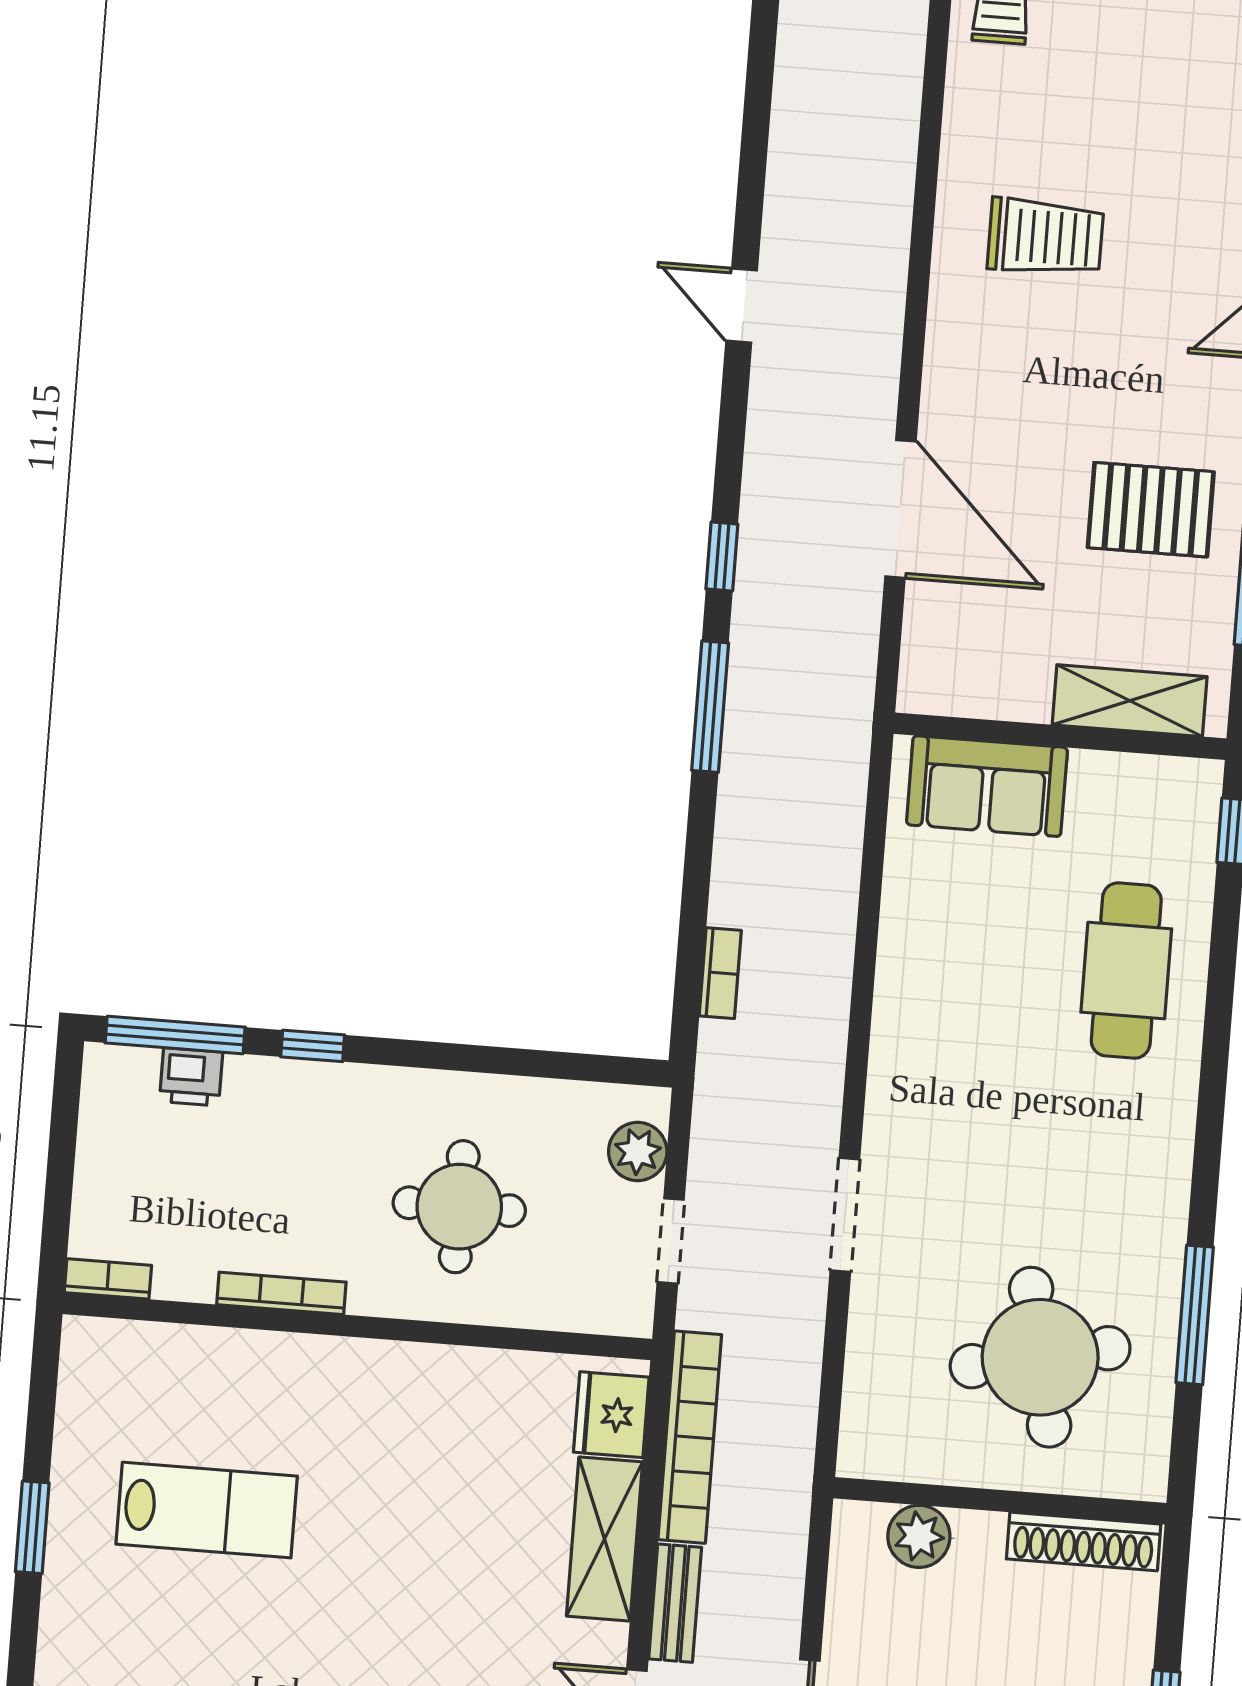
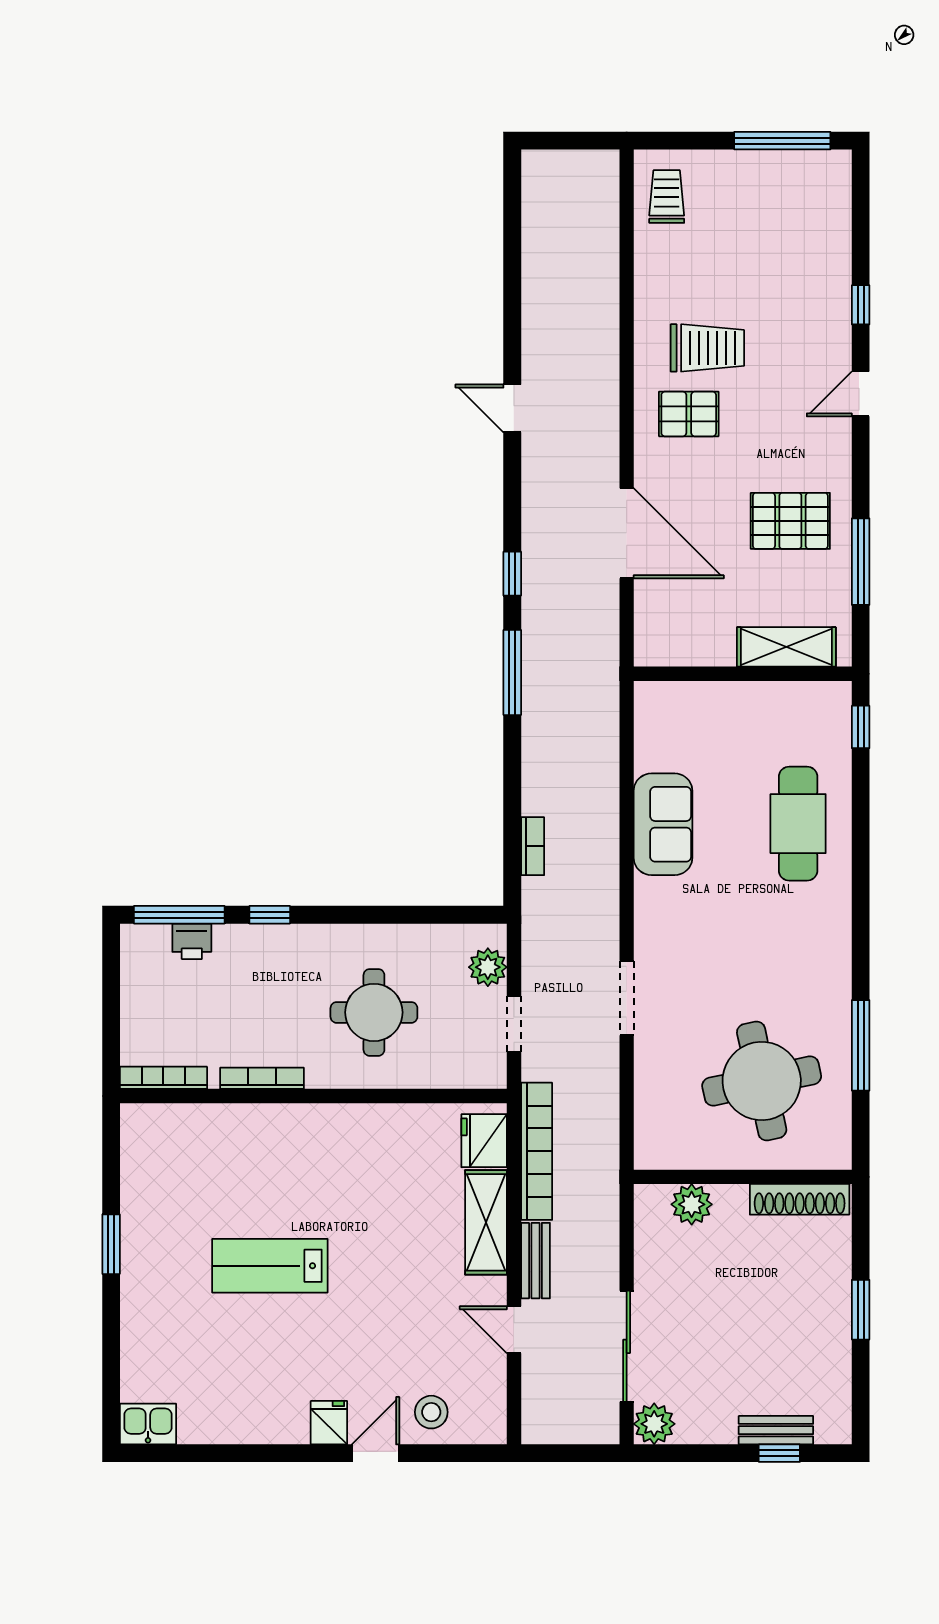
pallet: (1009, 335) -> (689, 414), added
sofa: (987, 786) -> (663, 824), moved, turned -90
bookcase: (108, 1279) -> (163, 1078), width x1.56
lab bench: (207, 1510) -> (270, 1266), moved, turned 180

